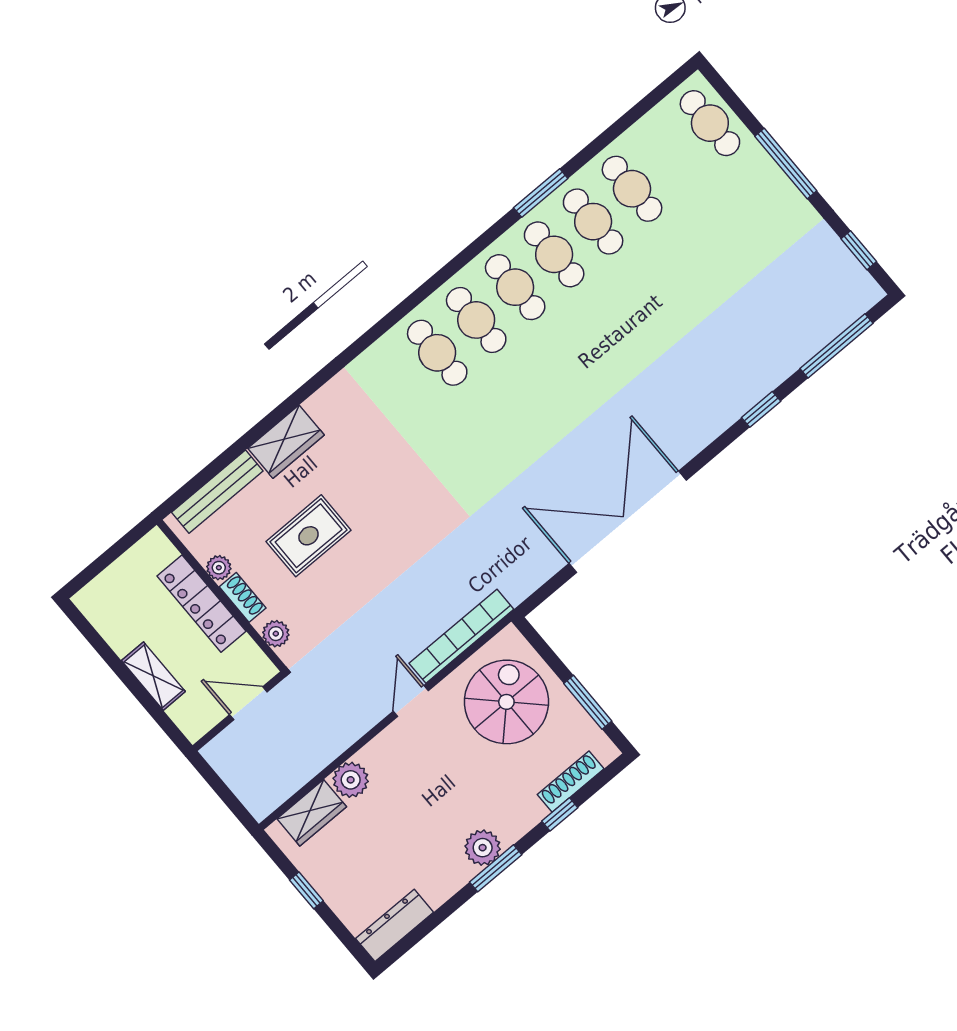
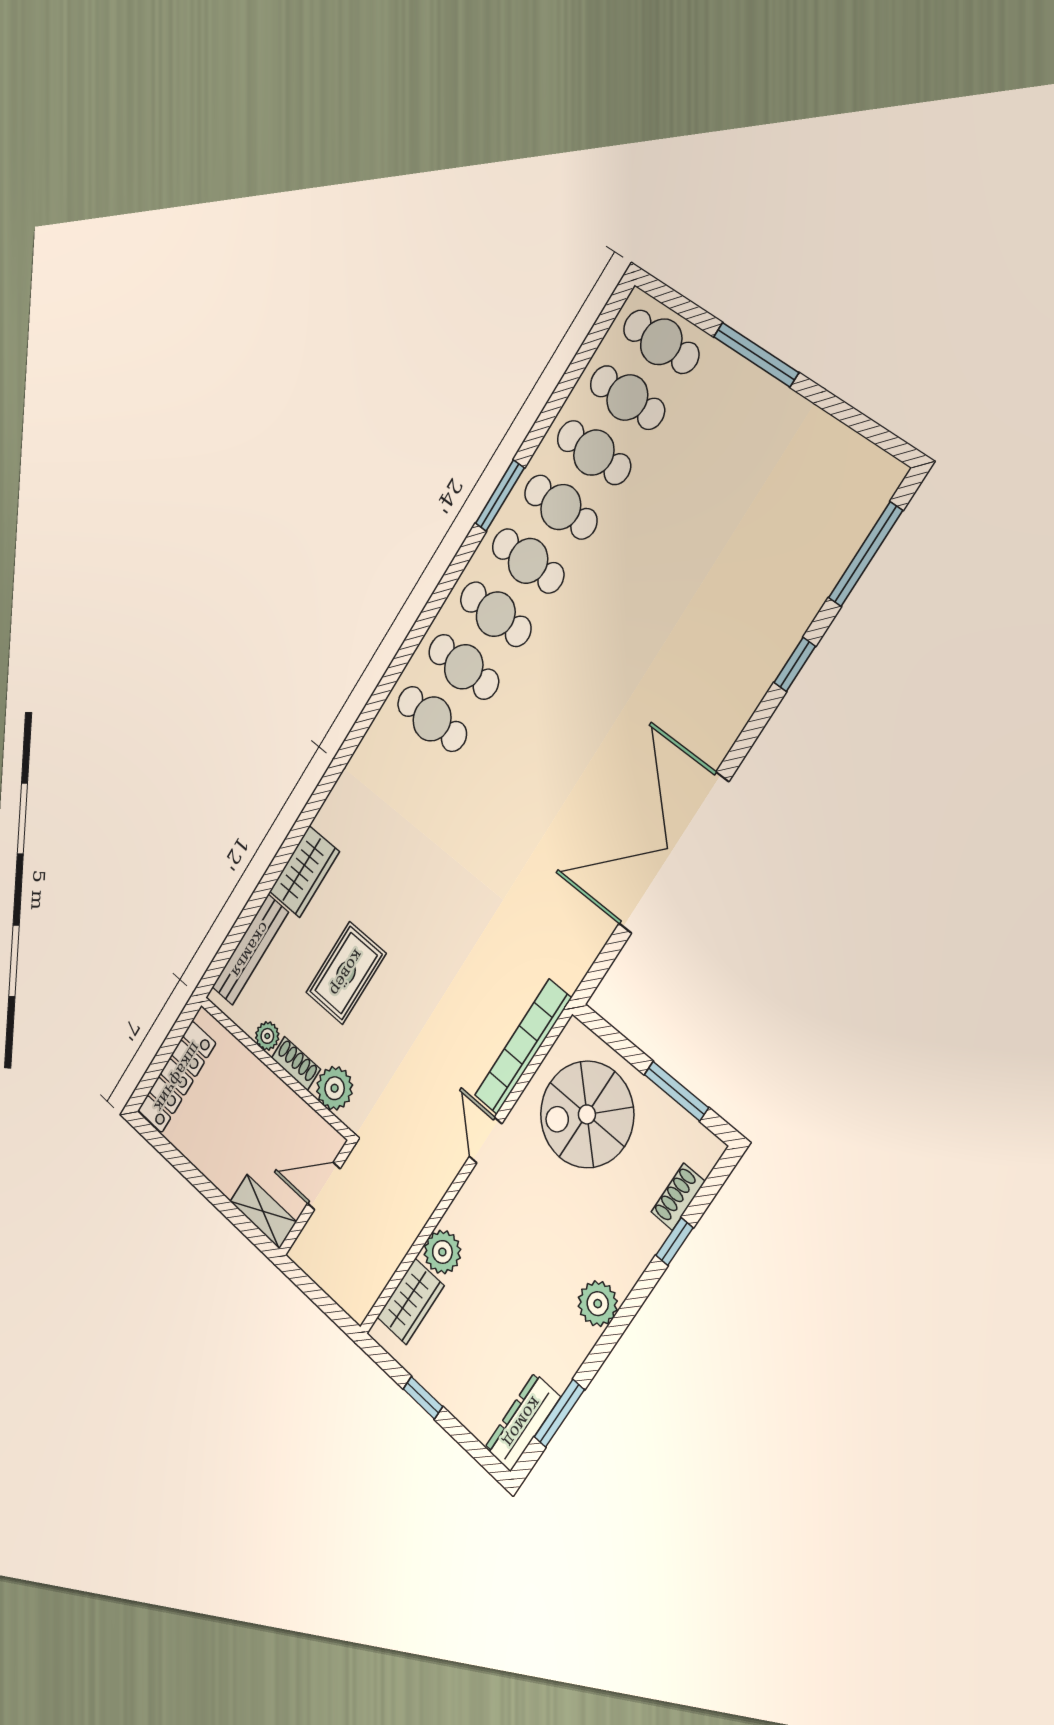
cafe table: (671, 156) -> (627, 397), added
window: (859, 250) -> (865, 426), removed
locker: (201, 604) -> (177, 1077), moved, turned -90
plant: (276, 634) -> (335, 1088), width x1.38, depth x1.38
shelving: (153, 676) -> (263, 1211), moved
spiral stairs: (506, 702) -> (587, 1114), turned -90
shoe rack: (571, 782) -> (678, 1197), width x0.70
window: (496, 868) -> (559, 1413), moved

